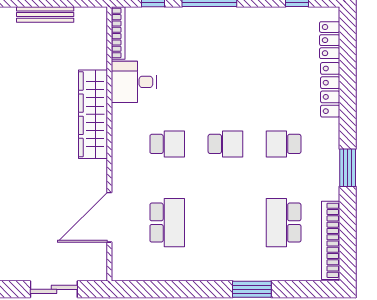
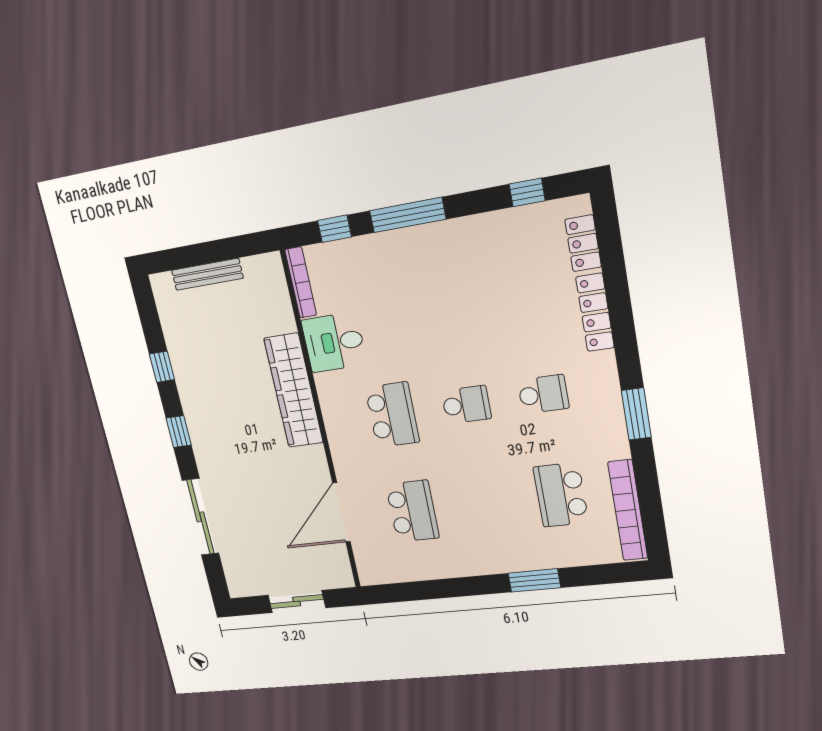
school desk: (167, 144) -> (392, 415), width x1.85
school desk: (284, 144) -> (543, 394), turned 180

